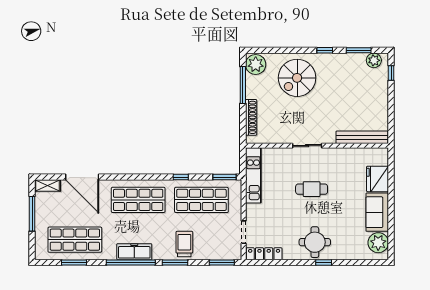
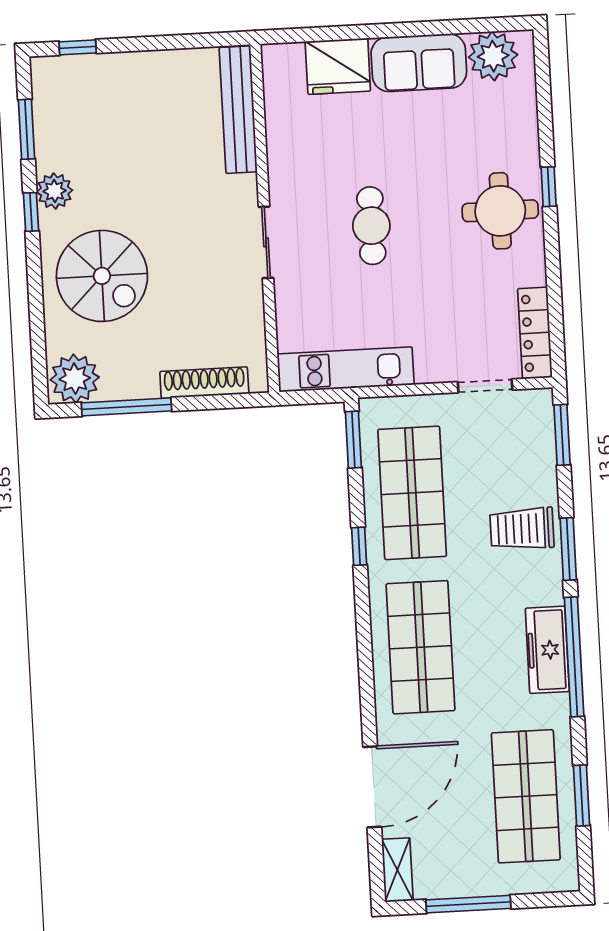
plant: (374, 60) -> (55, 191), moved

